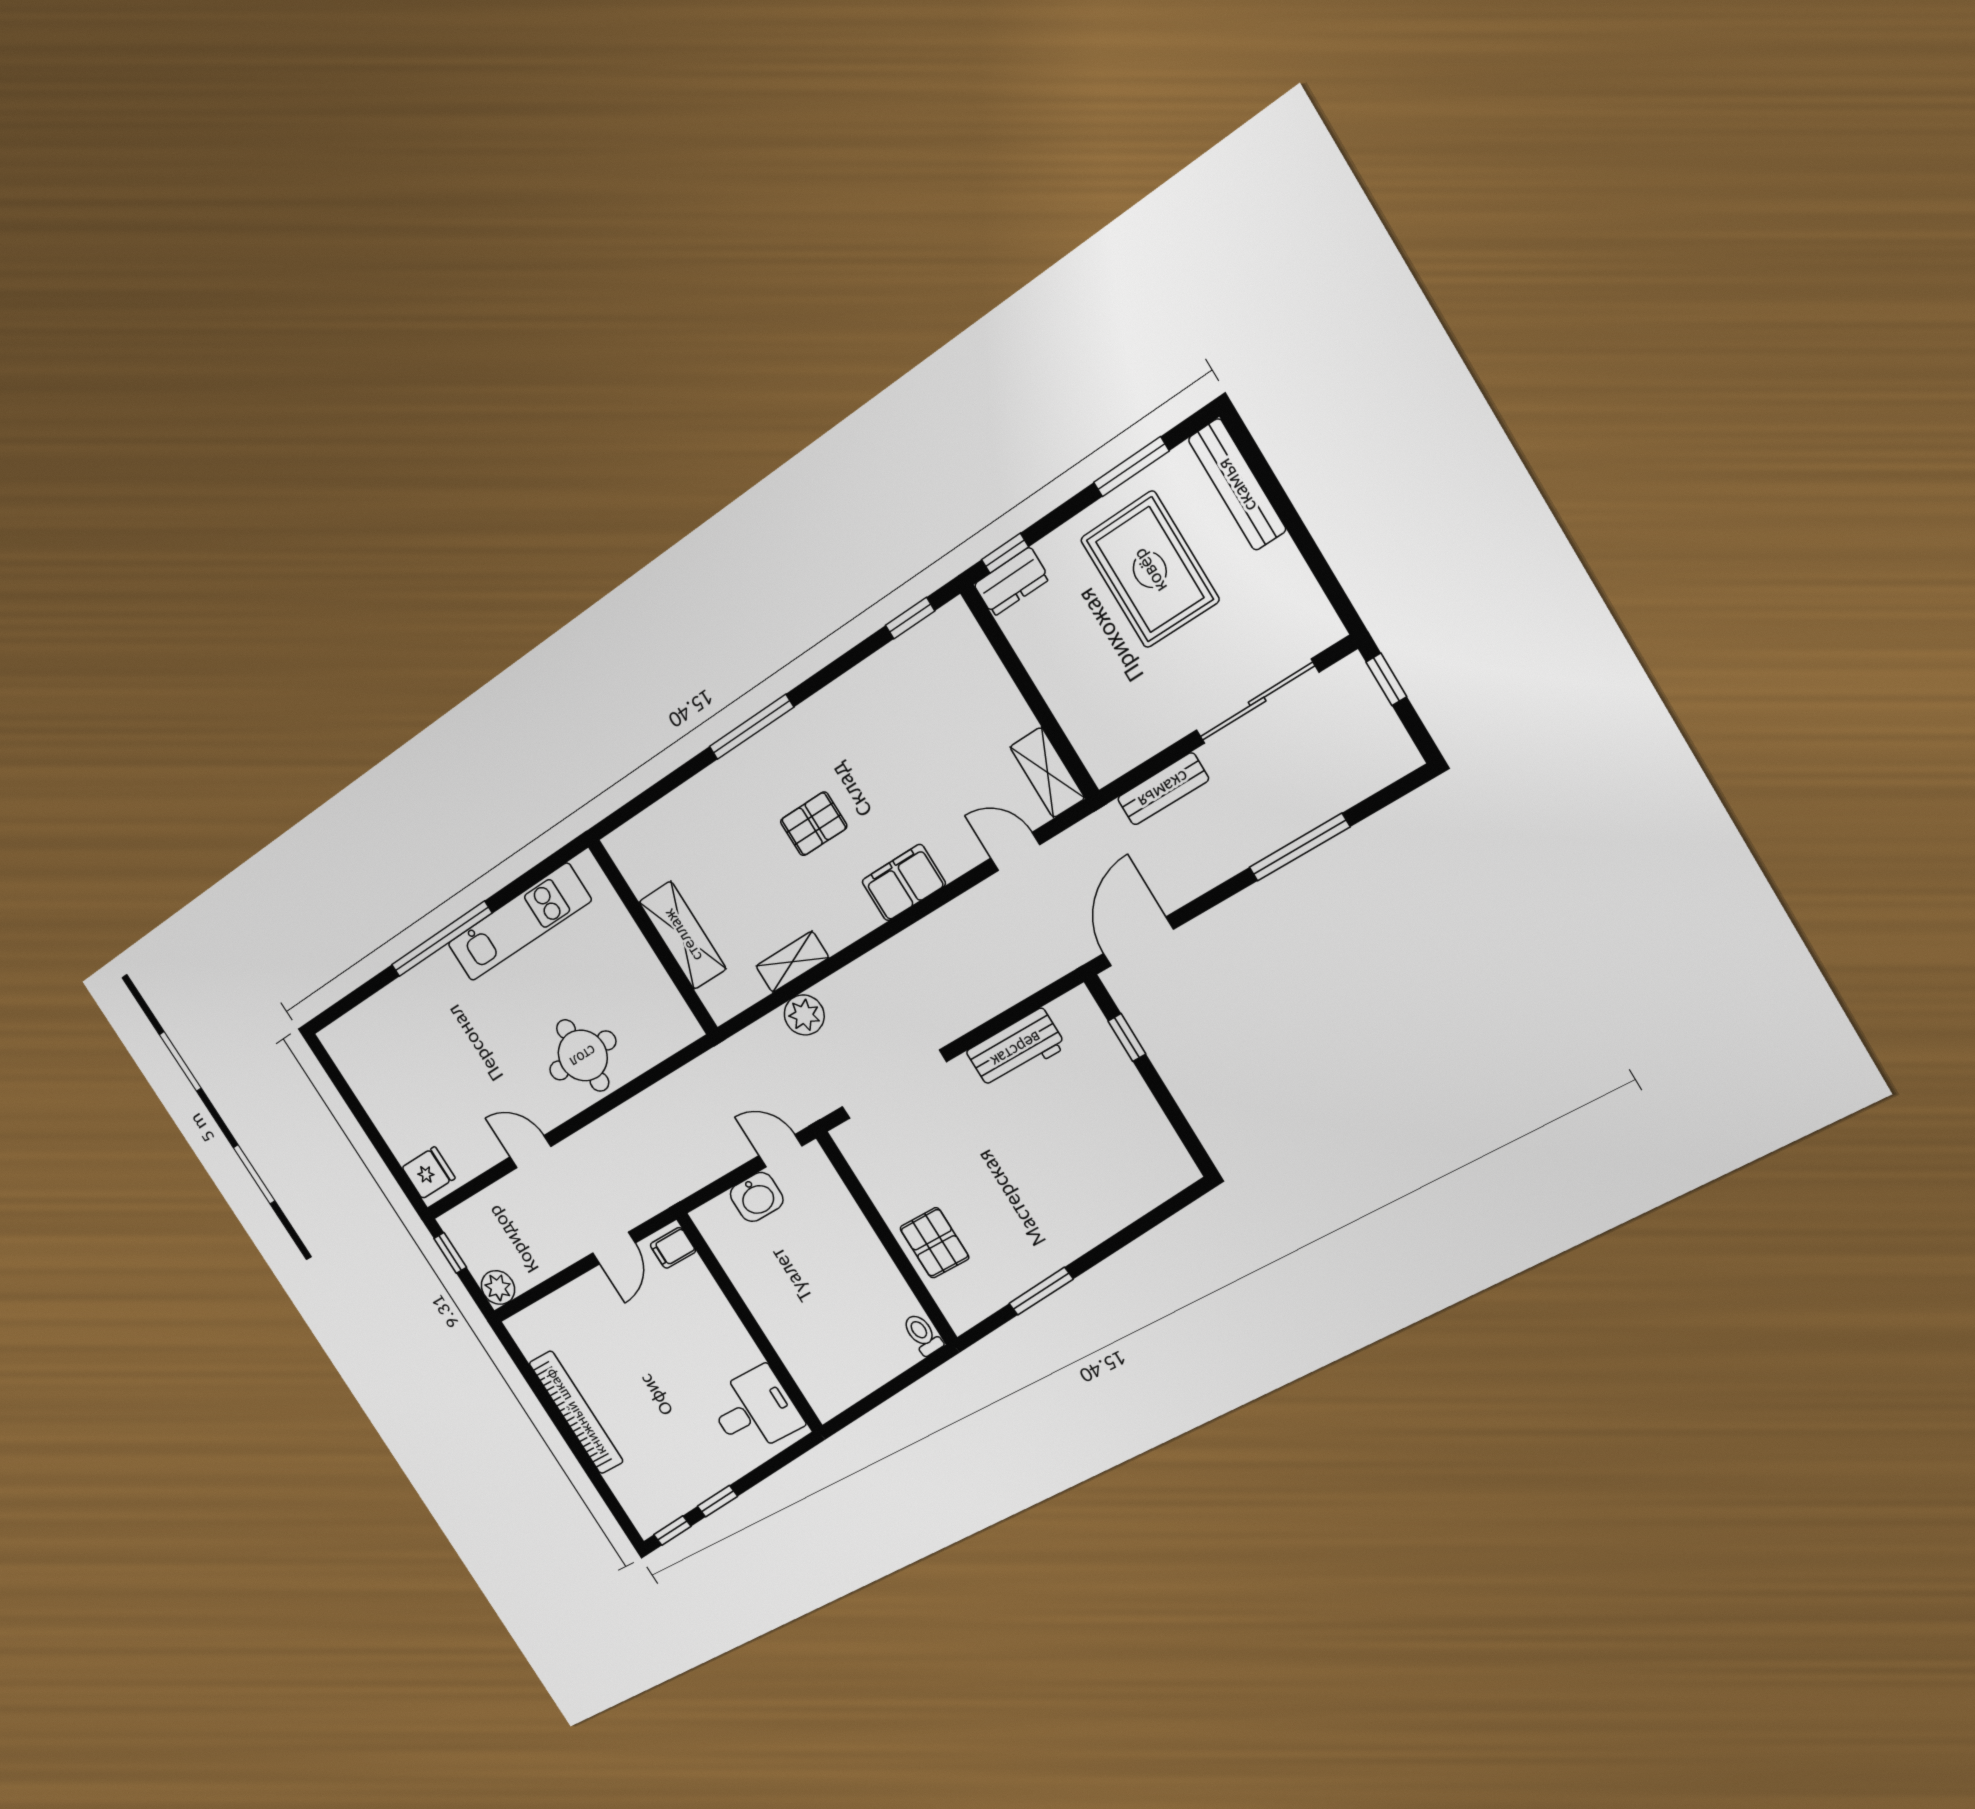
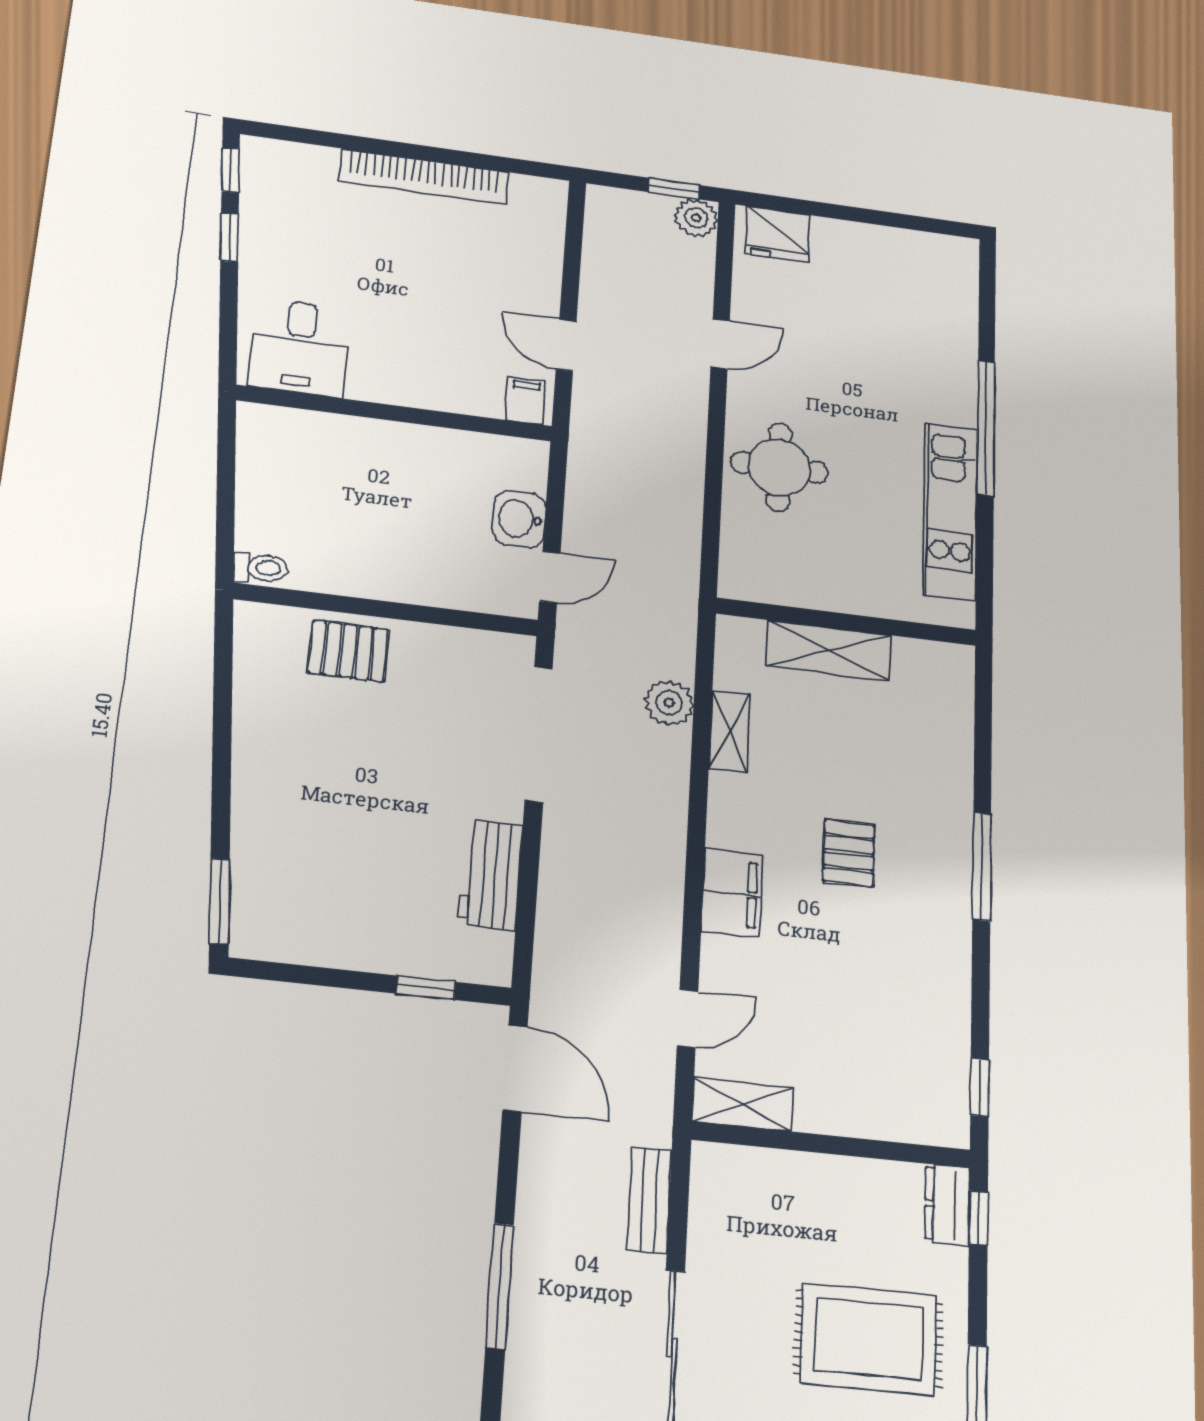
fridge: (429, 1173) -> (778, 234), width x1.38
plant: (498, 1287) -> (696, 218), moved
window: (1041, 1291) -> (220, 901), moved

